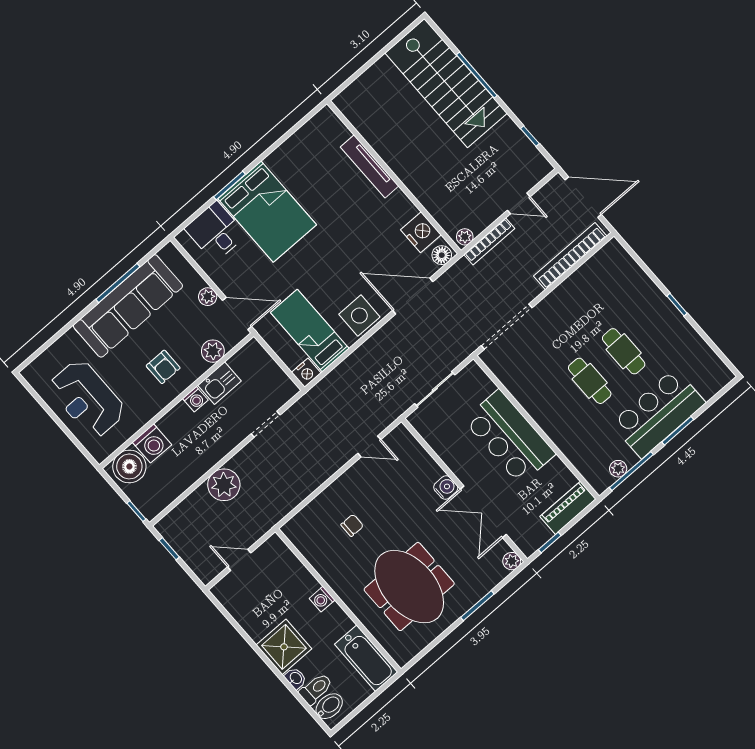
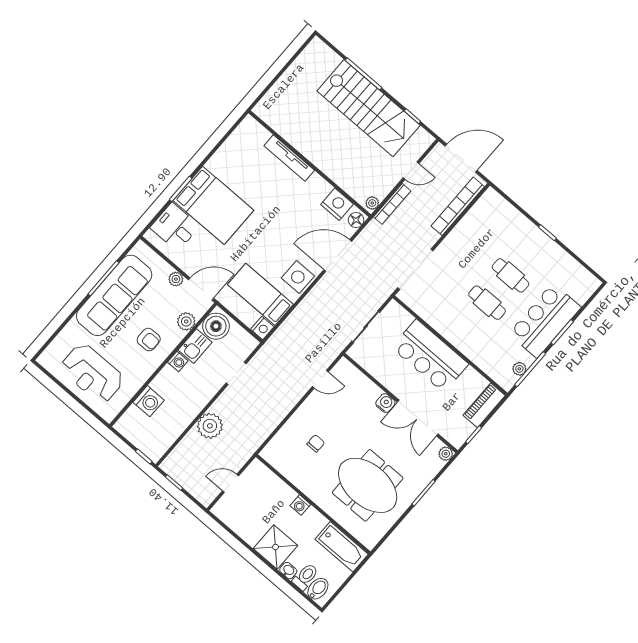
stairs: (446, 83) -> (369, 108), moved
boiler: (129, 466) -> (216, 326), moved

